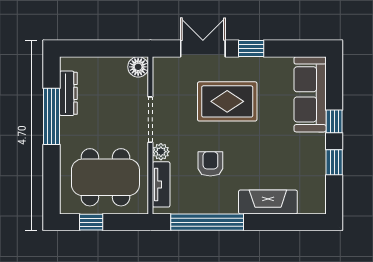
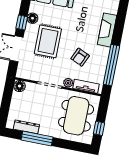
floor lamp: (263, 66) -> (32, 18), added
armchair: (210, 164) -> (80, 57), turned -66

